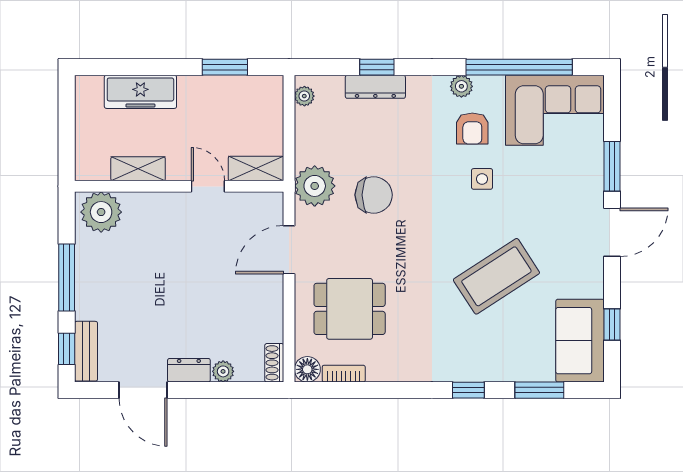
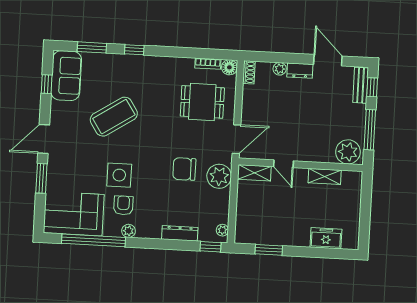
window: (377, 67) -> (211, 247), moved
freezer: (140, 92) -> (326, 238), width x0.71
shelving: (138, 169) -> (325, 176), moved
shelving: (256, 169) -> (254, 173), moved
side table: (482, 179) -> (119, 175), width x1.87, depth x1.87
wall: (179, 186) -> (301, 165), moved
door: (208, 186) -> (283, 164), moved
plant: (101, 212) -> (348, 152), moved

